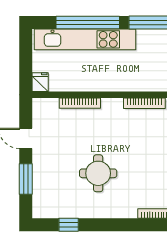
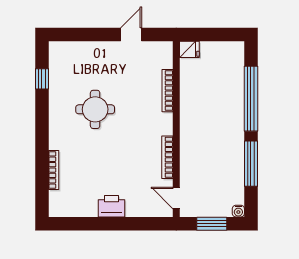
kitchen unit: (85, 39) -> (233, 96), removed
window: (26, 179) -> (89, 35), removed

